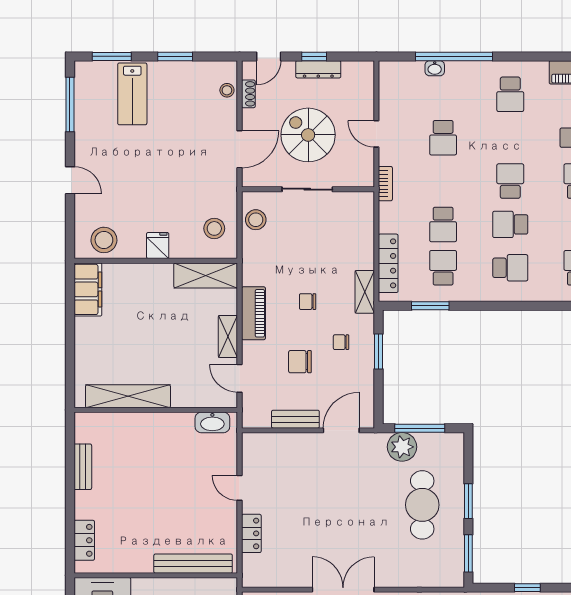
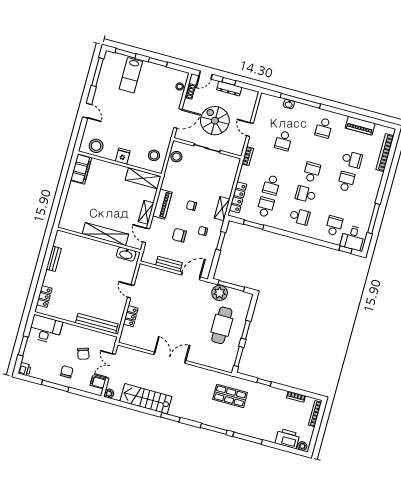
shelving: (128, 396) -> (105, 234), moved

